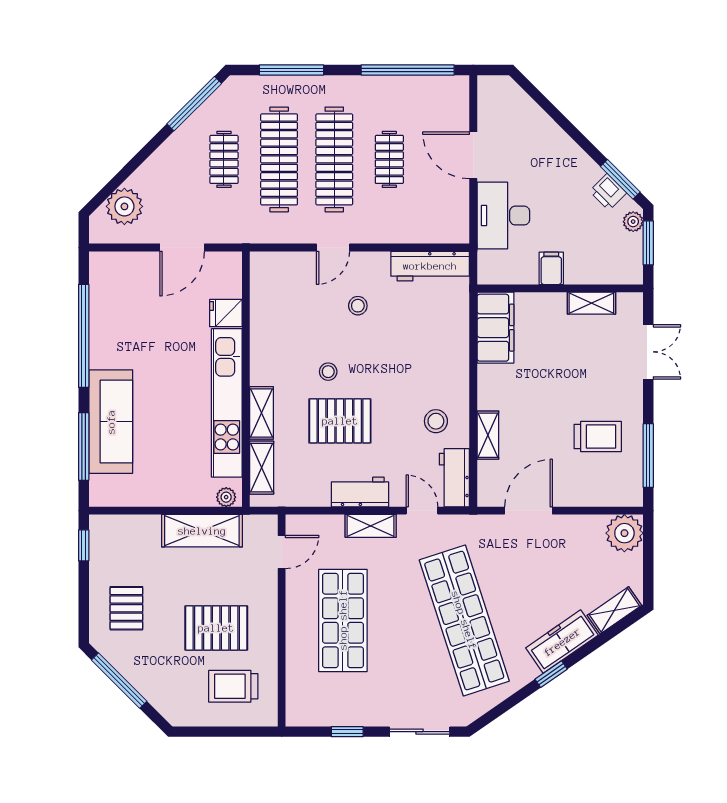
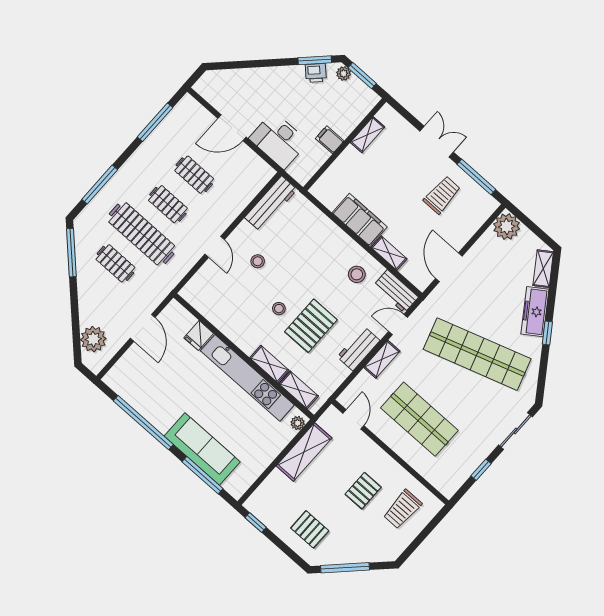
window: (408, 70) -> (155, 122), width x0.68
clothes rail: (334, 159) -> (168, 204), width x0.54, depth x0.76
filing cabinet: (495, 328) -> (360, 220), moved
double door: (648, 352) -> (437, 142), moved
pallet: (216, 628) -> (363, 491), width x0.67, depth x0.71

